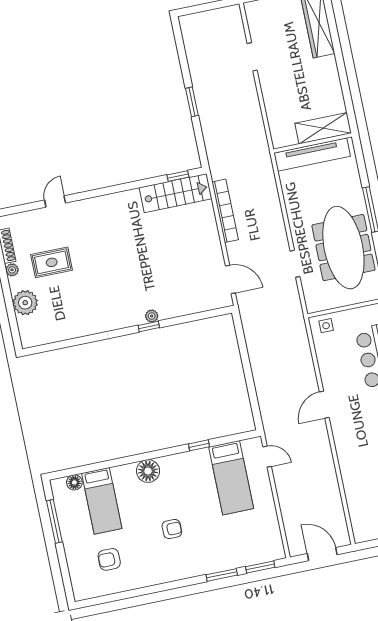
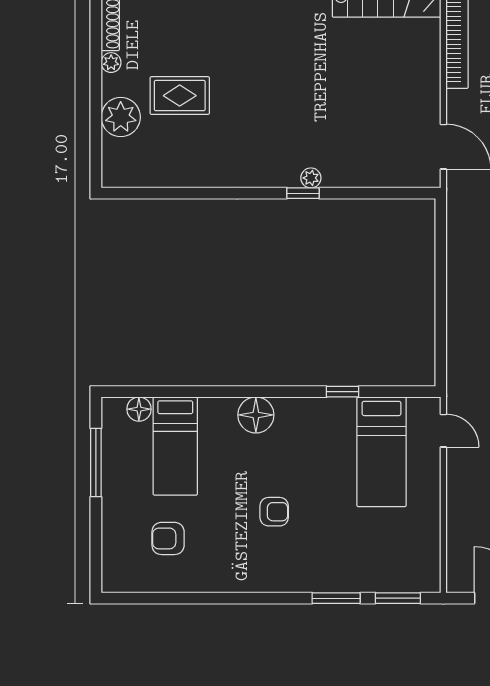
rug: (52, 262) -> (180, 96), moved

